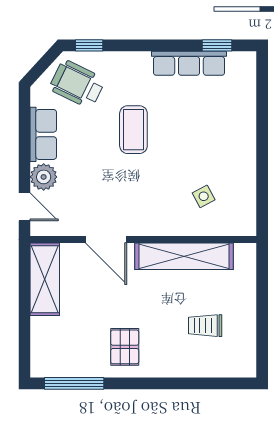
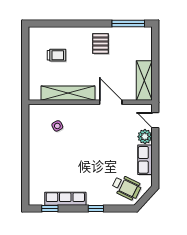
window: (89, 45) -> (96, 209), moved
coffee table: (133, 130) -> (96, 162), removed

